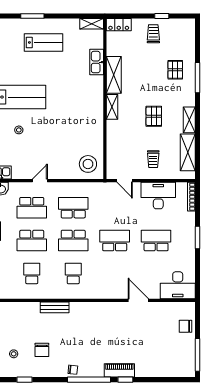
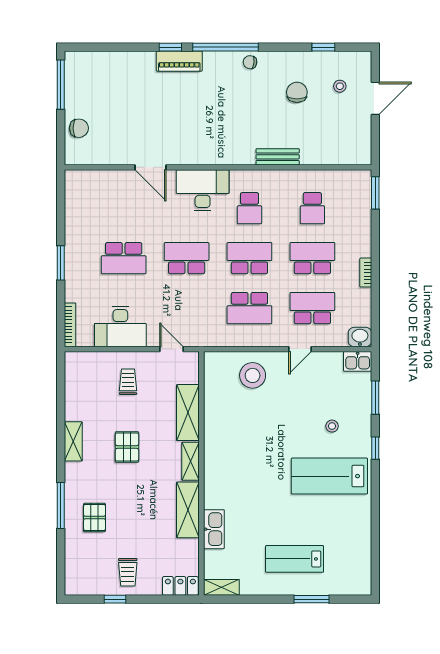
shelving: (188, 152) -> (188, 413), moved
stool: (88, 164) -> (253, 375), moved
school desk: (115, 241) -> (187, 258), turned 180
desk: (178, 285) -> (203, 190), moved

